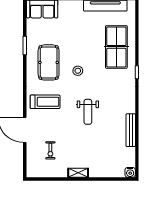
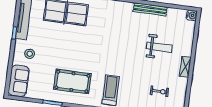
stool: (78, 71) -> (30, 54), moved
weight bench: (88, 112) -> (159, 47), moved

